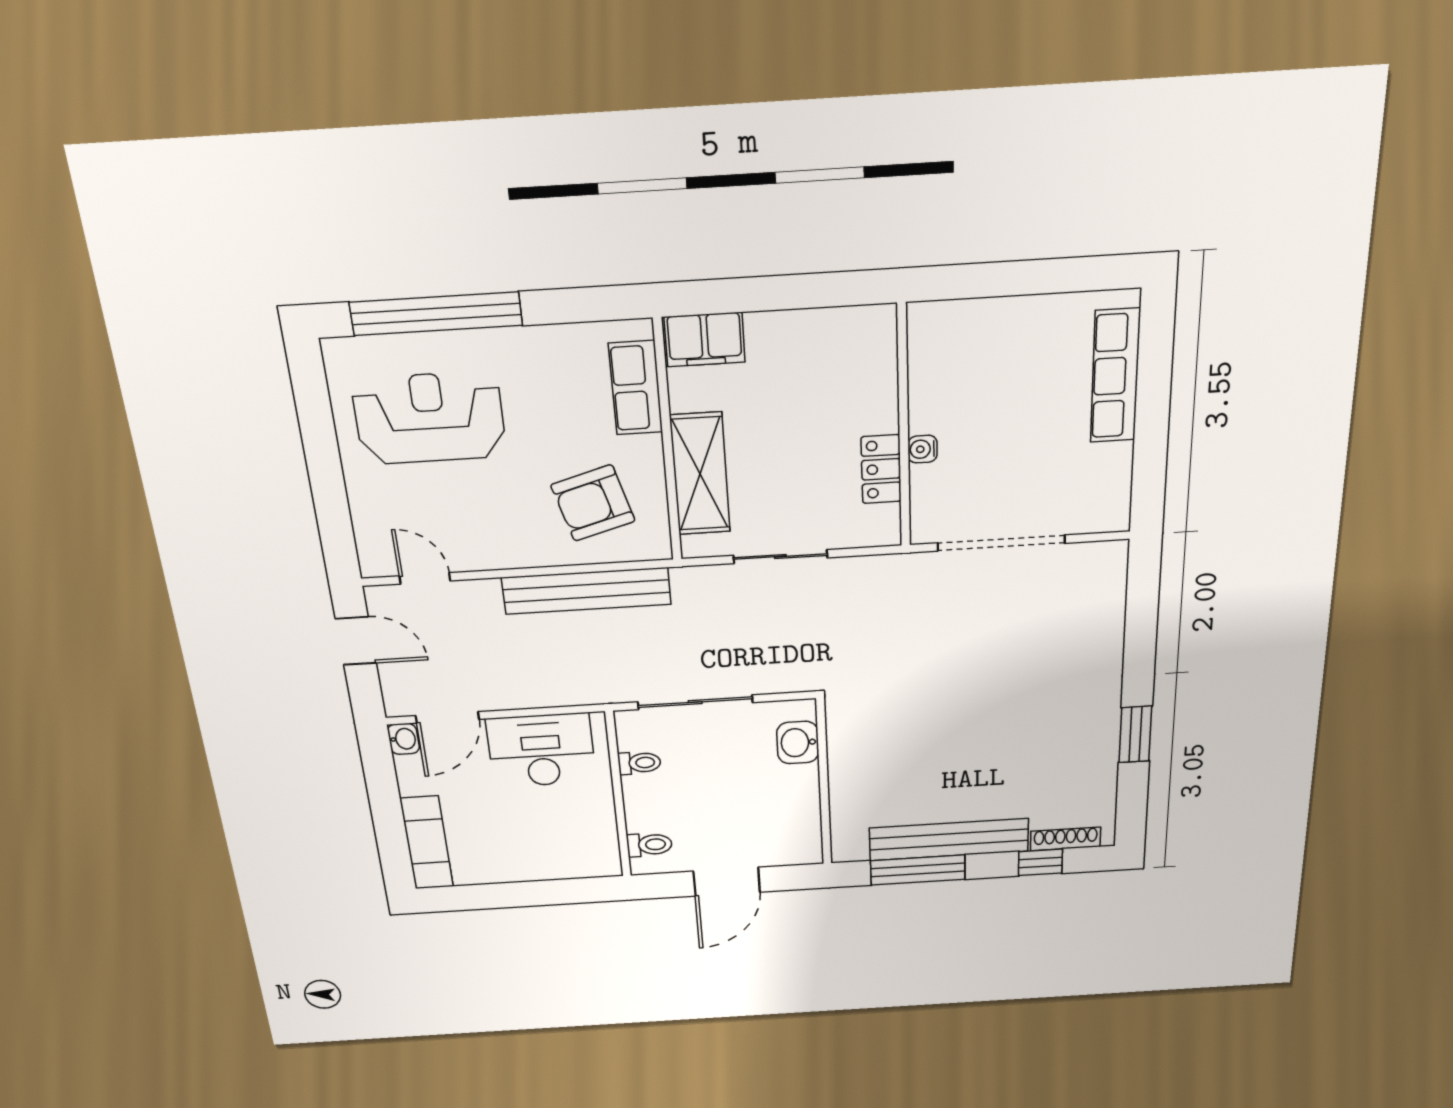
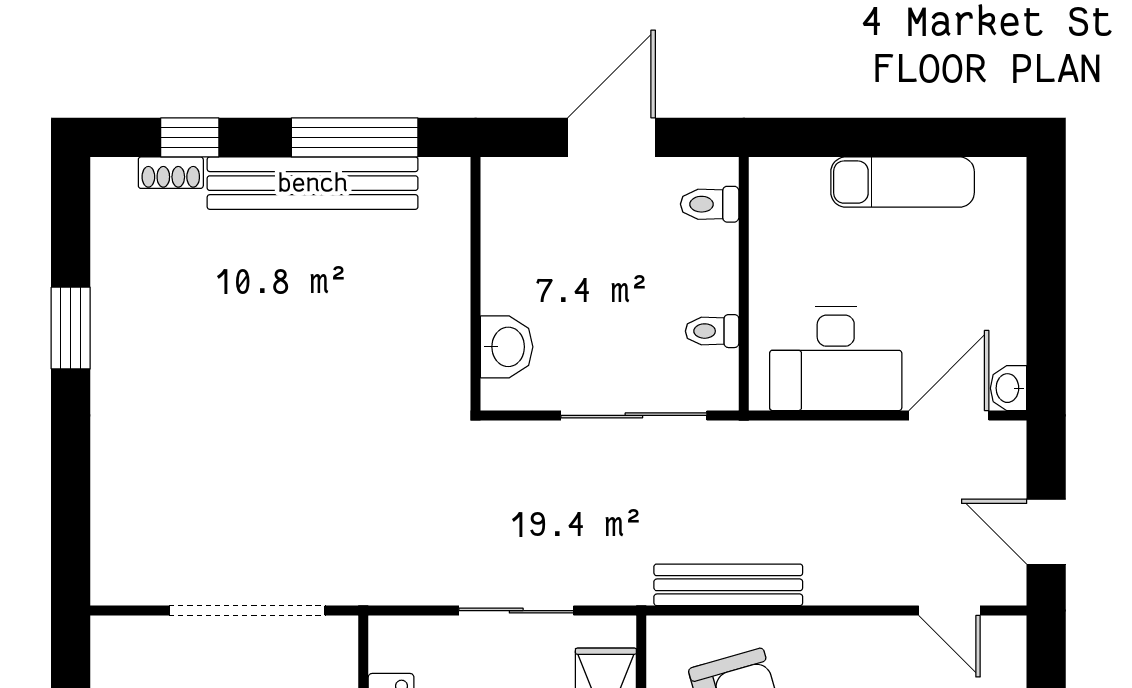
bench: (586, 591) -> (728, 585), width x0.73, depth x0.82
shoe rack: (1066, 839) -> (171, 173), width x0.70
exam couch: (427, 843) -> (903, 182), moved, turned -90

